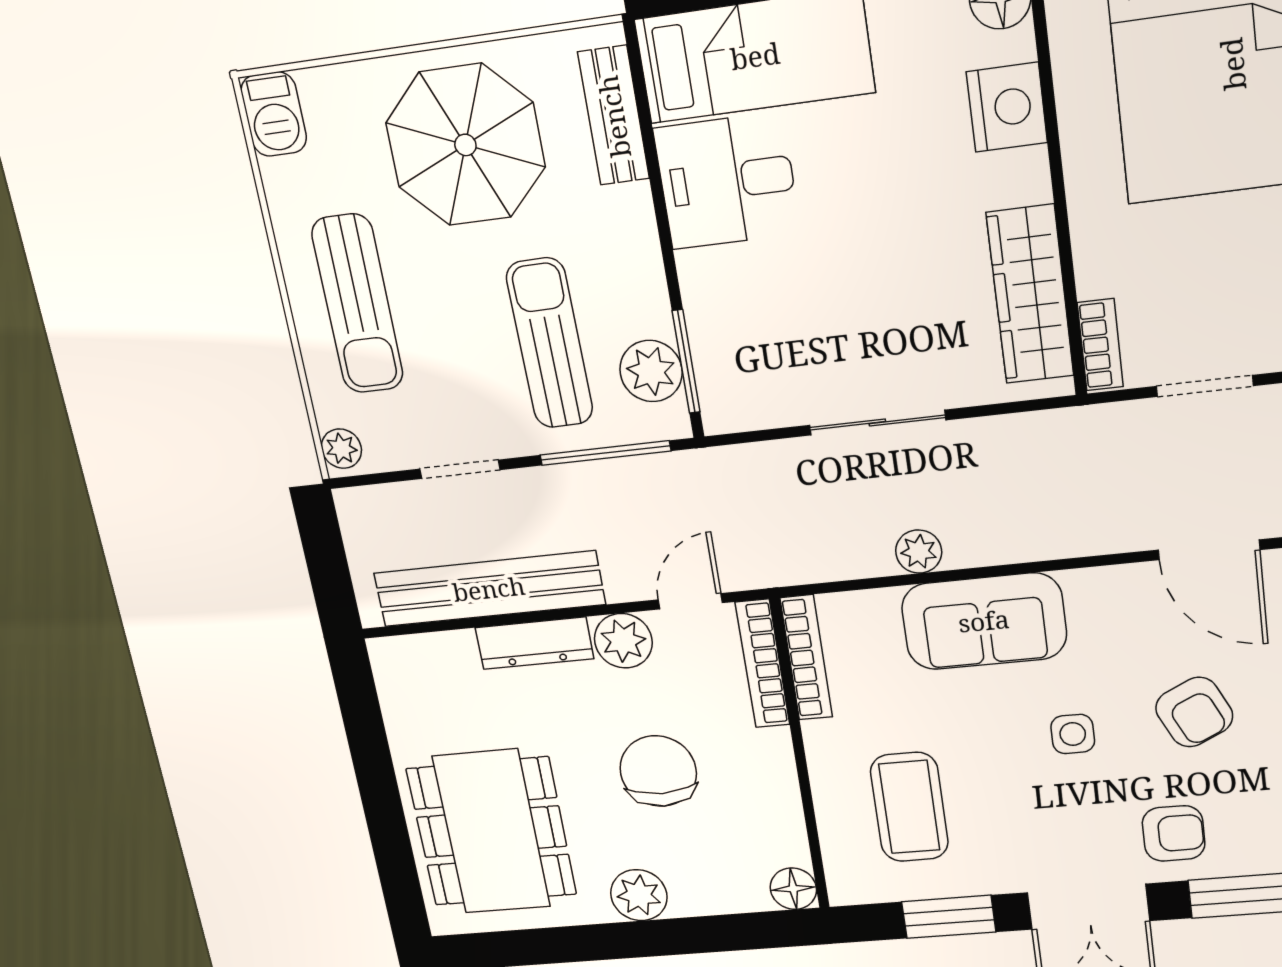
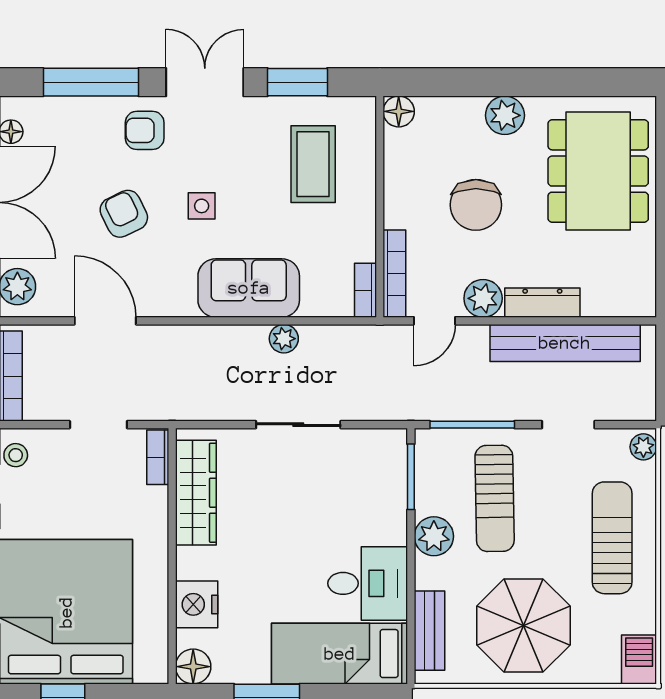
plant: (651, 371) -> (434, 536), moved
bookcase: (806, 658) -> (365, 290), width x0.64

